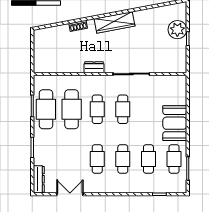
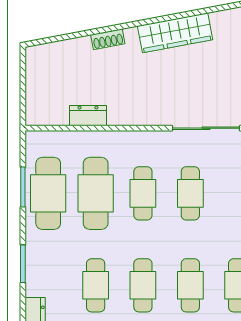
dresser: (94, 67) -> (88, 116), moved
cafe table: (72, 159) -> (96, 285), added

